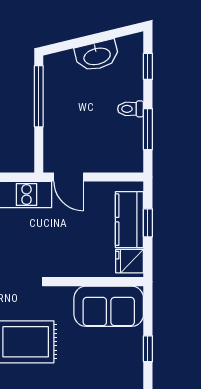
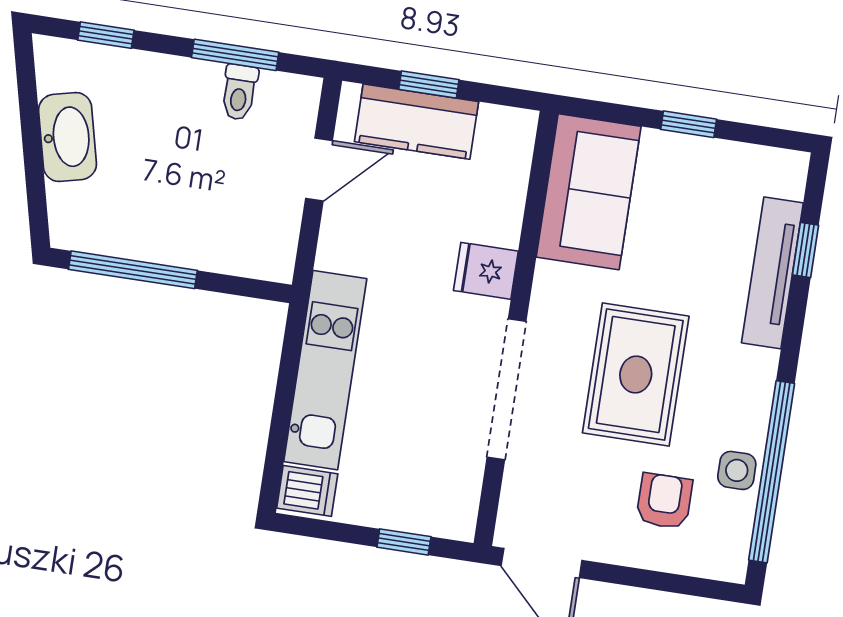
toilet: (131, 109) -> (239, 92), moved
door: (69, 177) -> (319, 170), moved
fridge: (130, 261) -> (486, 271), moved, turned 90

